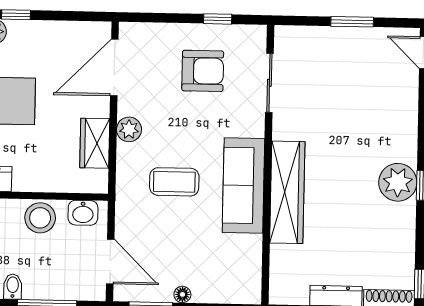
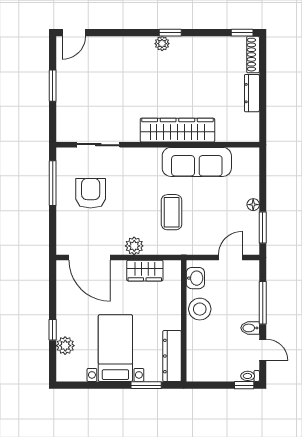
window: (218, 19) -> (53, 183), width x2.17
plant: (398, 182) -> (162, 44), width x0.53, depth x0.53
sofa: (243, 185) -> (197, 162), moved
door: (110, 262) -> (230, 258), width x0.73

